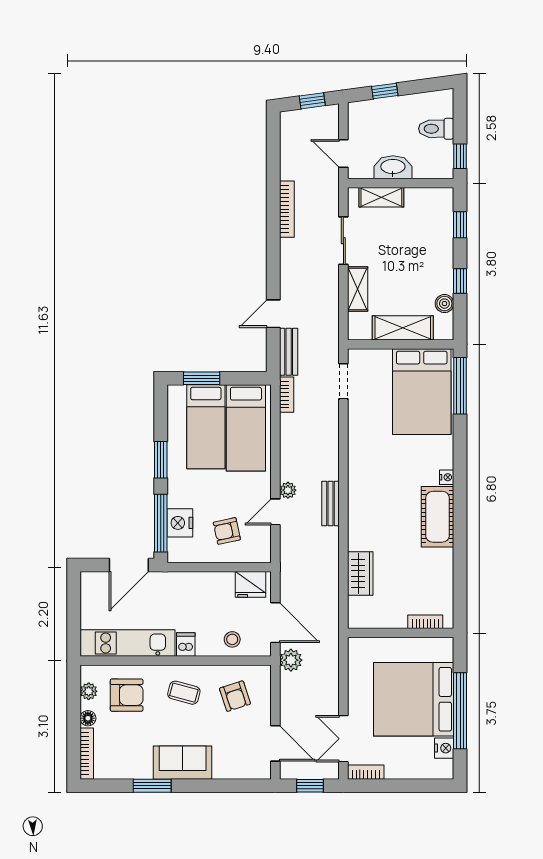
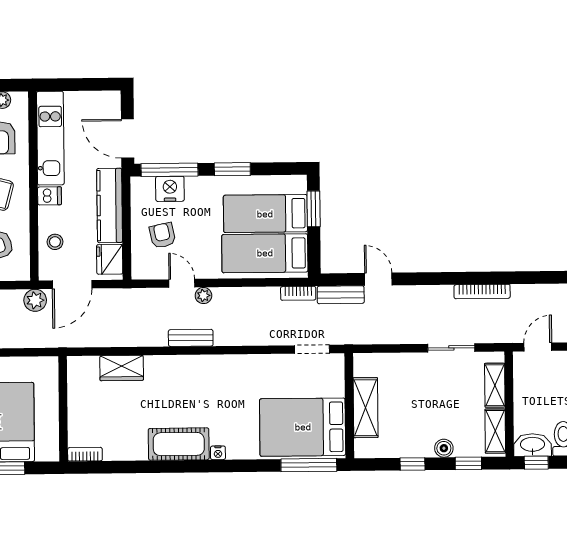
washbasin: (393, 167) -> (532, 445), moved, turned -90
shelving: (358, 289) -> (495, 431), moved, turned 90
boiler: (444, 304) -> (444, 448), moved
kitchen counter: (196, 584) -> (110, 205), added
bookcase: (425, 622) -> (85, 454), moved, turned -90

